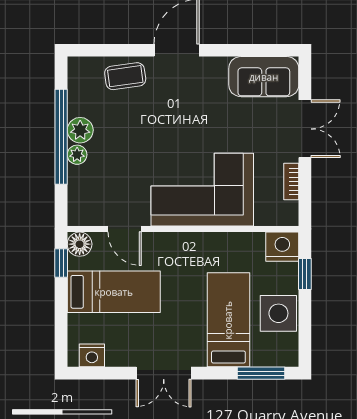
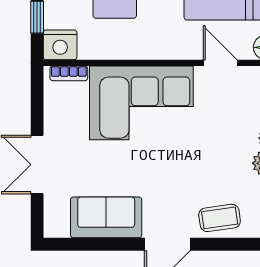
sofa: (264, 77) -> (106, 217), moved
bookcase: (291, 181) -> (69, 73), moved, turned 90

